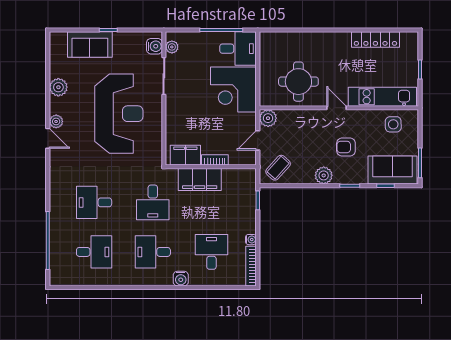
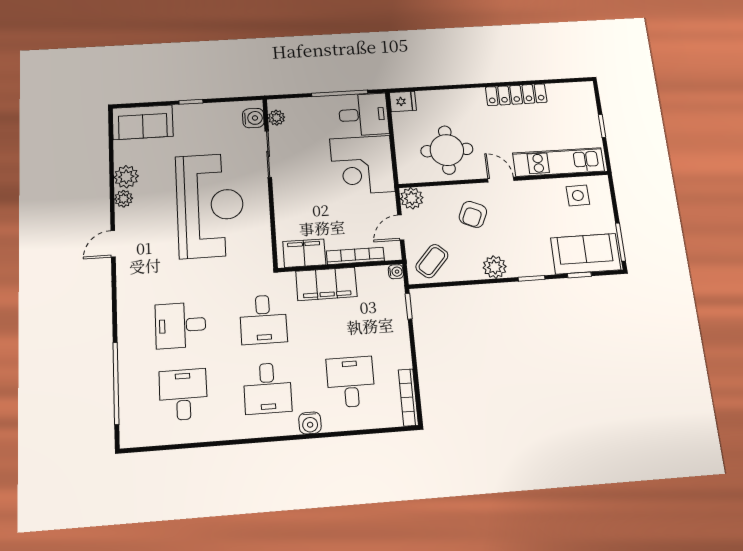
locker: (375, 39) -> (516, 95), moved
fridge: (269, 40) -> (403, 101), added
sofa: (90, 44) -> (143, 122), moved
plant: (56, 121) -> (124, 199), moved
door: (48, 138) -> (113, 244), swing flipped
armchair: (346, 147) -> (473, 214), moved, turned -66
bookcase: (215, 160) -> (355, 256), width x1.56
water cooler: (251, 240) -> (396, 272), moved
desk: (94, 252) -> (183, 395), turned -90
desk: (153, 252) -> (267, 388), turned -90

